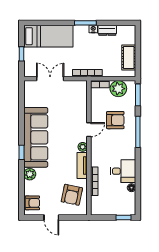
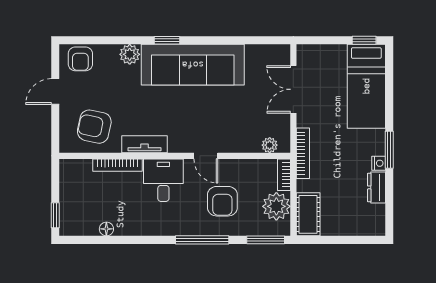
window: (22, 54) -> (364, 40), moved
cot: (129, 58) -> (308, 214), moved, turned 90
double door: (50, 79) -> (293, 89), swing flipped
plant: (83, 147) -> (270, 145), moved
desk: (123, 171) -> (163, 180), moved, turned 180

